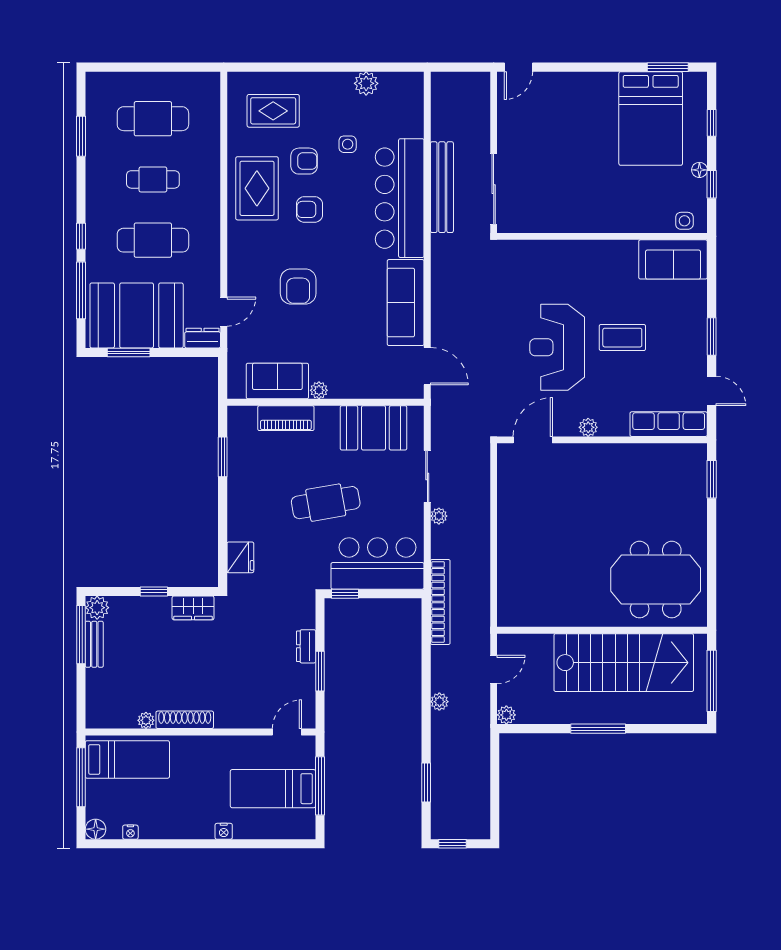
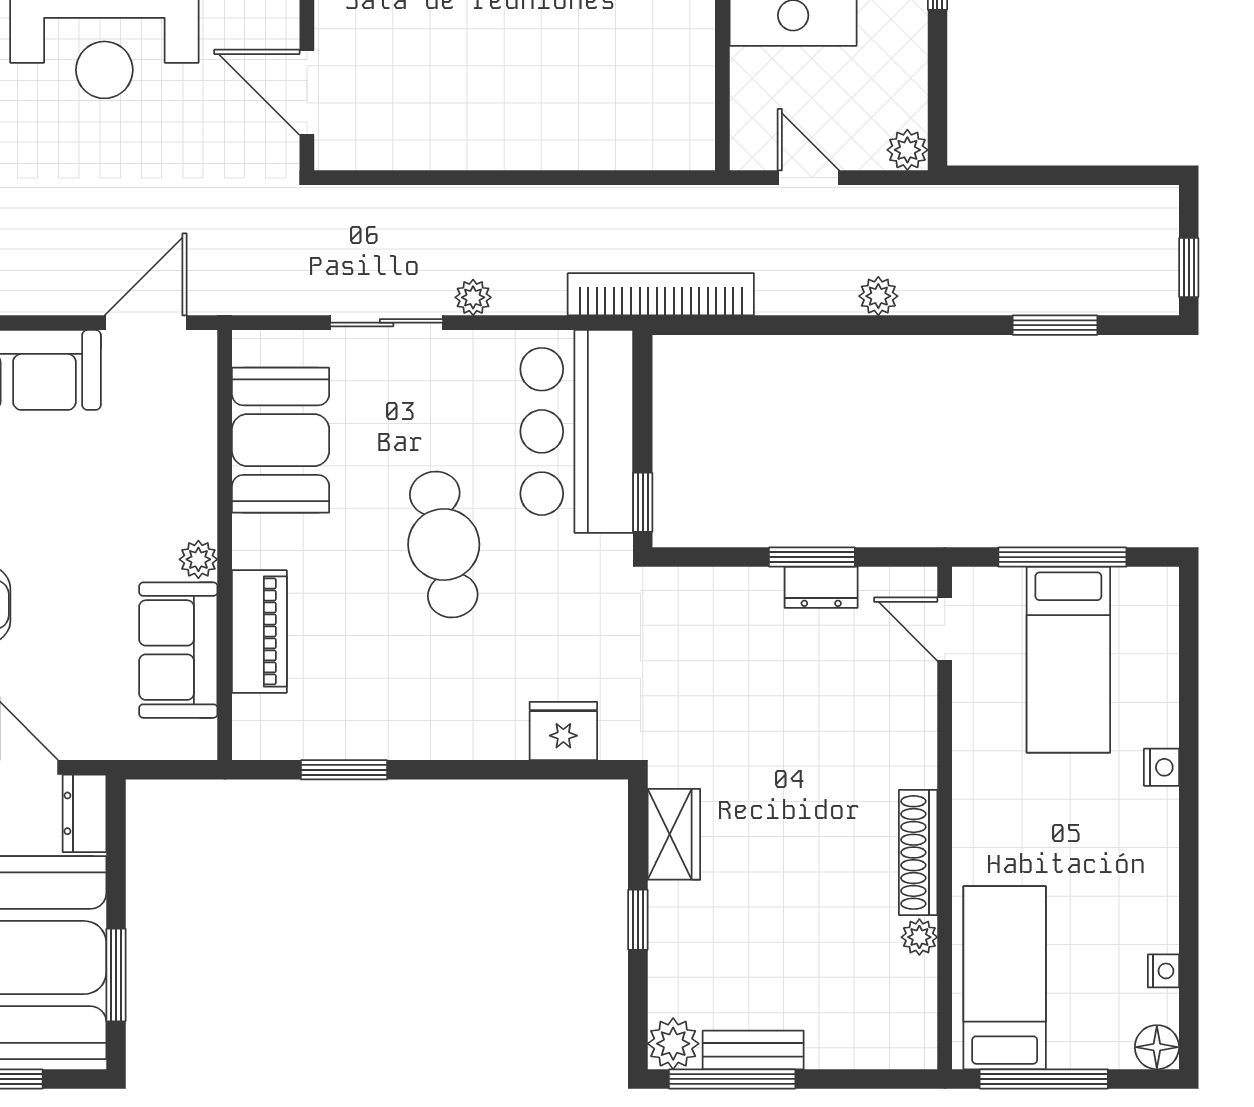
dresser: (306, 646) -> (821, 587), moved

